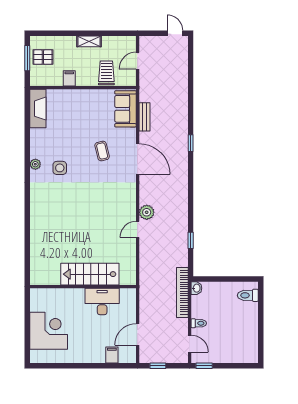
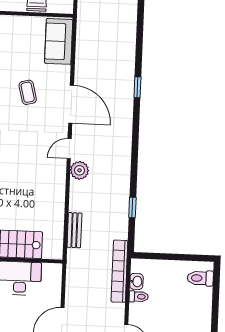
bench: (145, 117) -> (74, 230), moved
door: (138, 229) -> (69, 149), moved
washbasin: (196, 288) -> (136, 281), moved
toilet: (199, 323) -> (139, 297), moved

